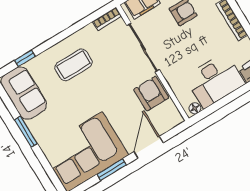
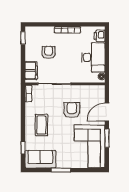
armchair: (151, 94) -> (72, 110), moved, turned 90
door: (148, 147) -> (107, 112), hinge flipped

